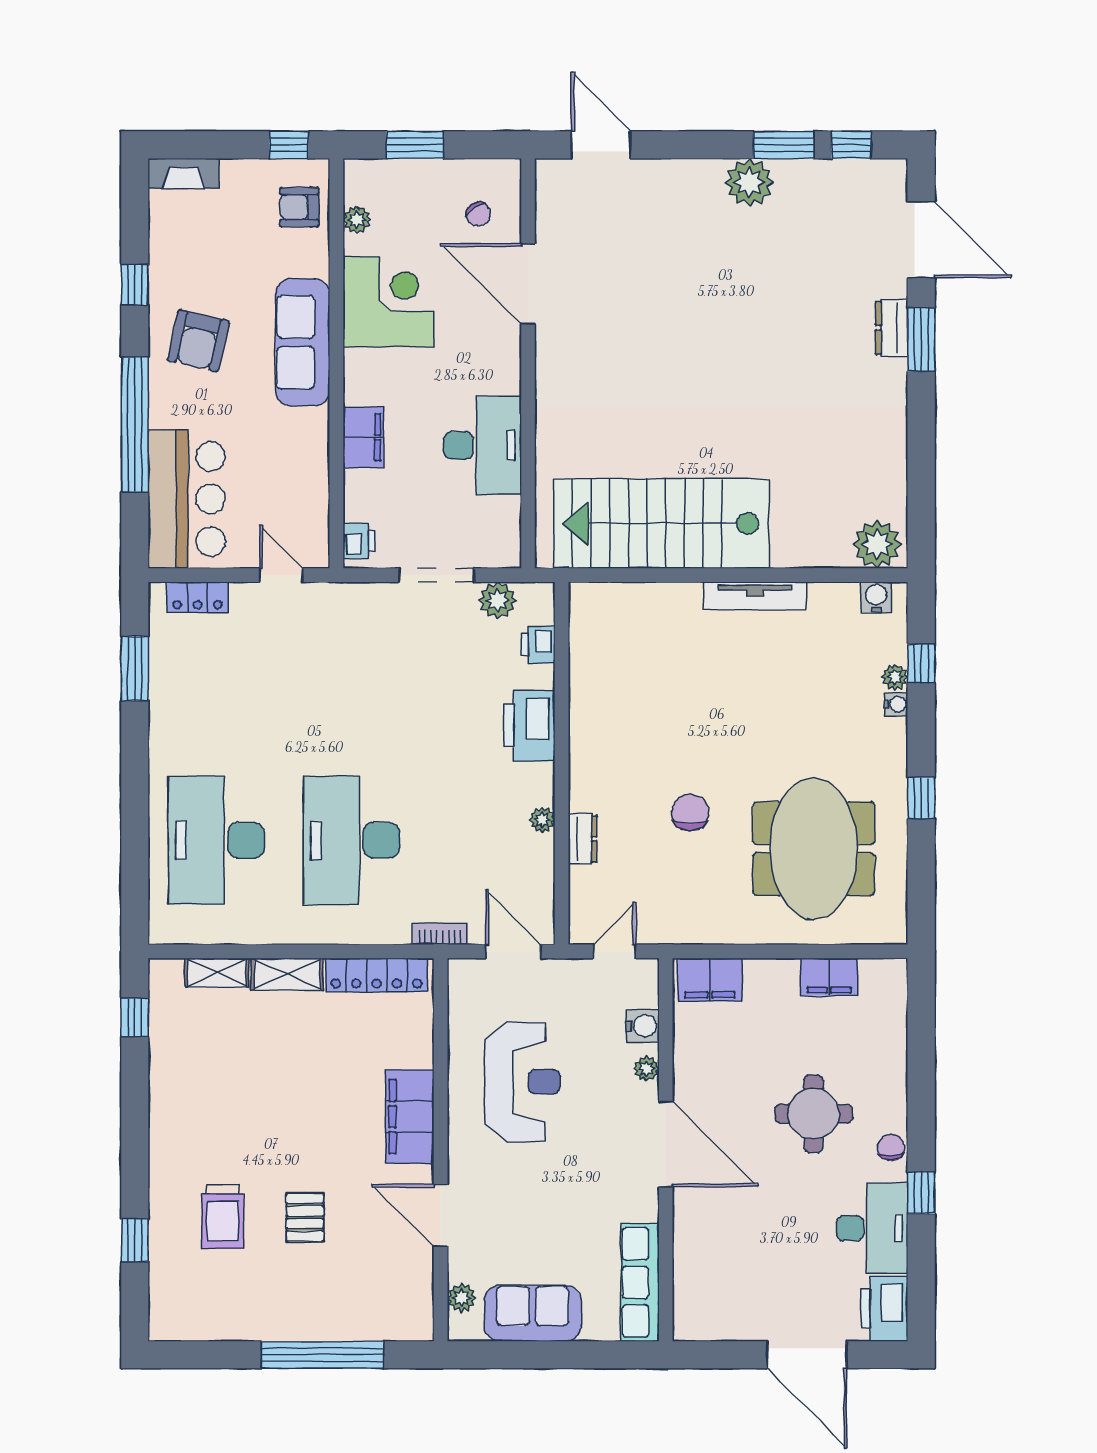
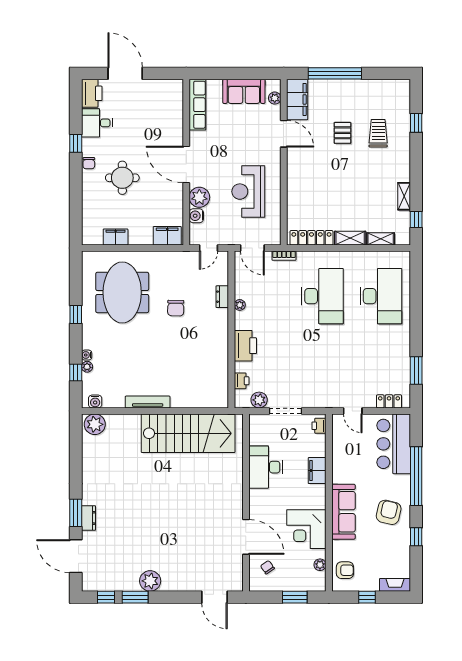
window: (289, 145) -> (367, 597), moved
plant: (647, 1069) -> (199, 197), width x1.88, depth x1.88
shelving: (163, 1071) -> (404, 196), added
filing cabinet: (410, 1117) -> (297, 99), moved
desk: (872, 1228) -> (97, 123), width x0.73

